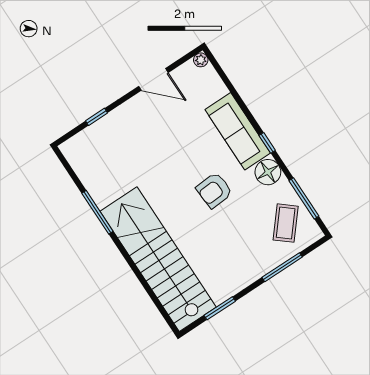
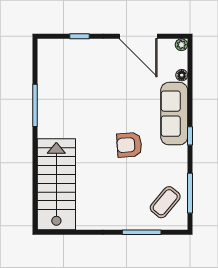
door: (153, 79) -> (138, 36), width x1.36
floor lamp: (268, 172) -> (182, 75), moved, width x0.53, depth x0.53
stairs: (158, 259) -> (56, 184), width x0.73
window: (220, 308) -> (77, 232), removed

